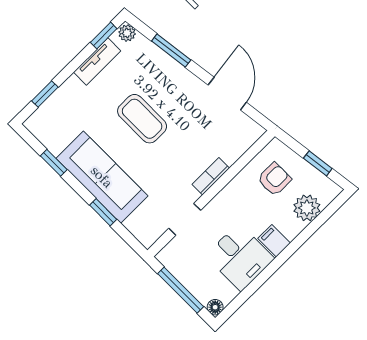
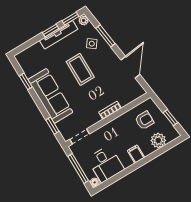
tv unit: (97, 62) -> (59, 35), width x1.41
side table: (151, 70) -> (92, 44), added
window: (45, 94) -> (51, 31), moved
window: (103, 212) -> (52, 126), moved
doorway: (185, 219) -> (79, 137), moved
desk: (240, 257) -> (106, 164), moved

